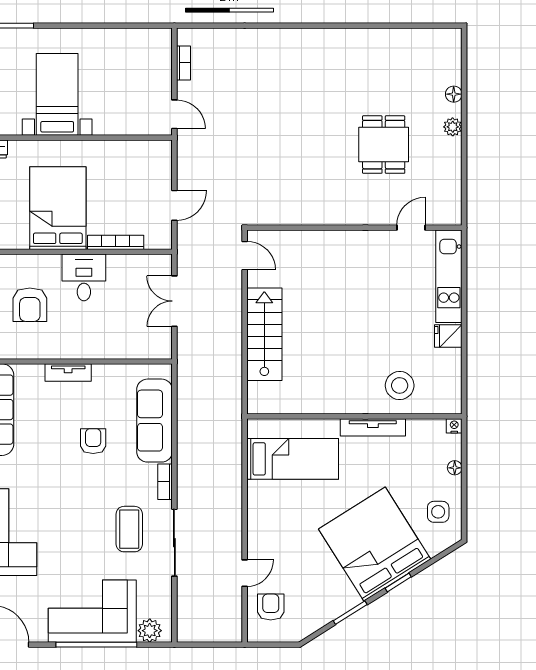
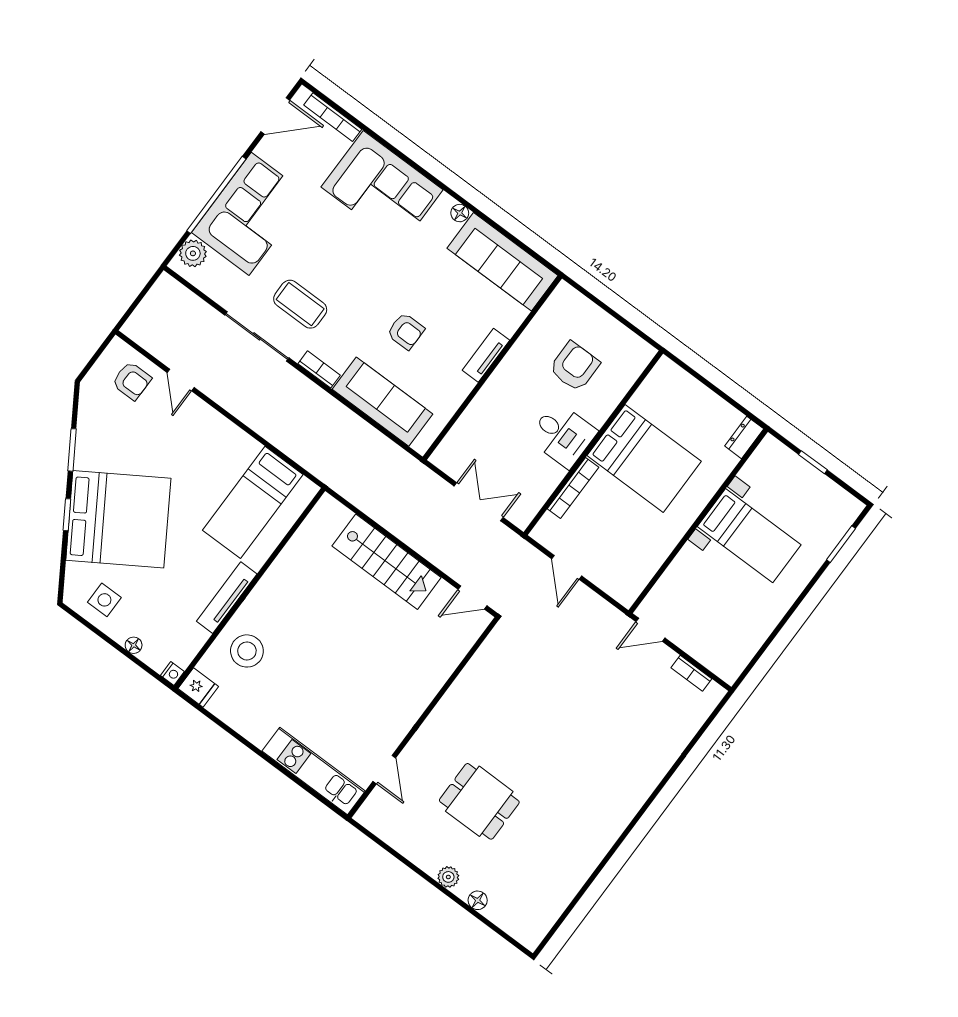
armchair: (30, 305) -> (574, 366), turned 90
fridge: (448, 336) -> (198, 687), moved, turned 90

